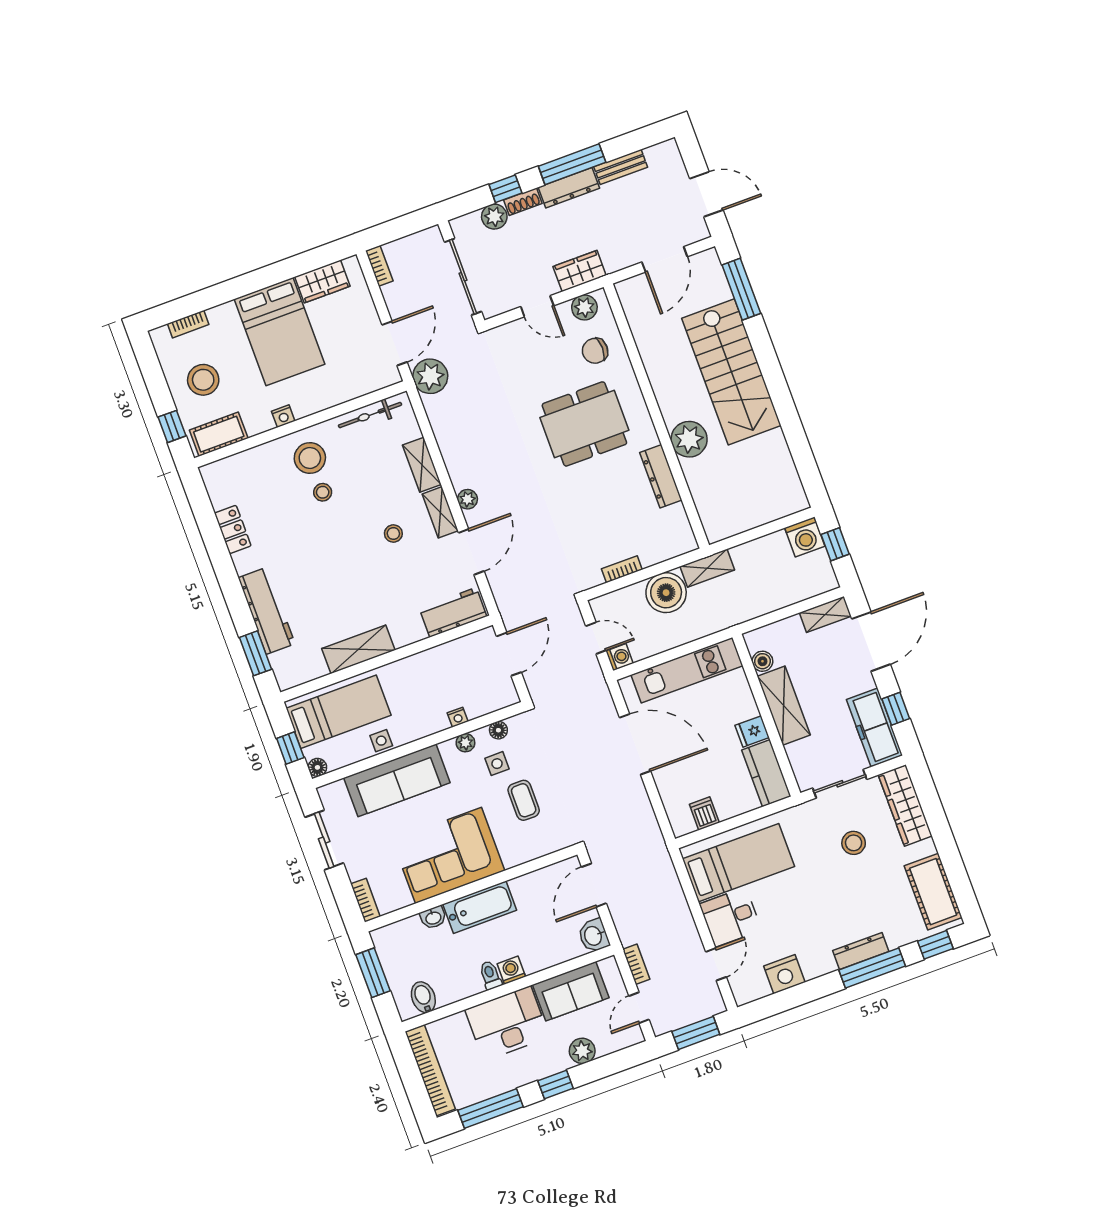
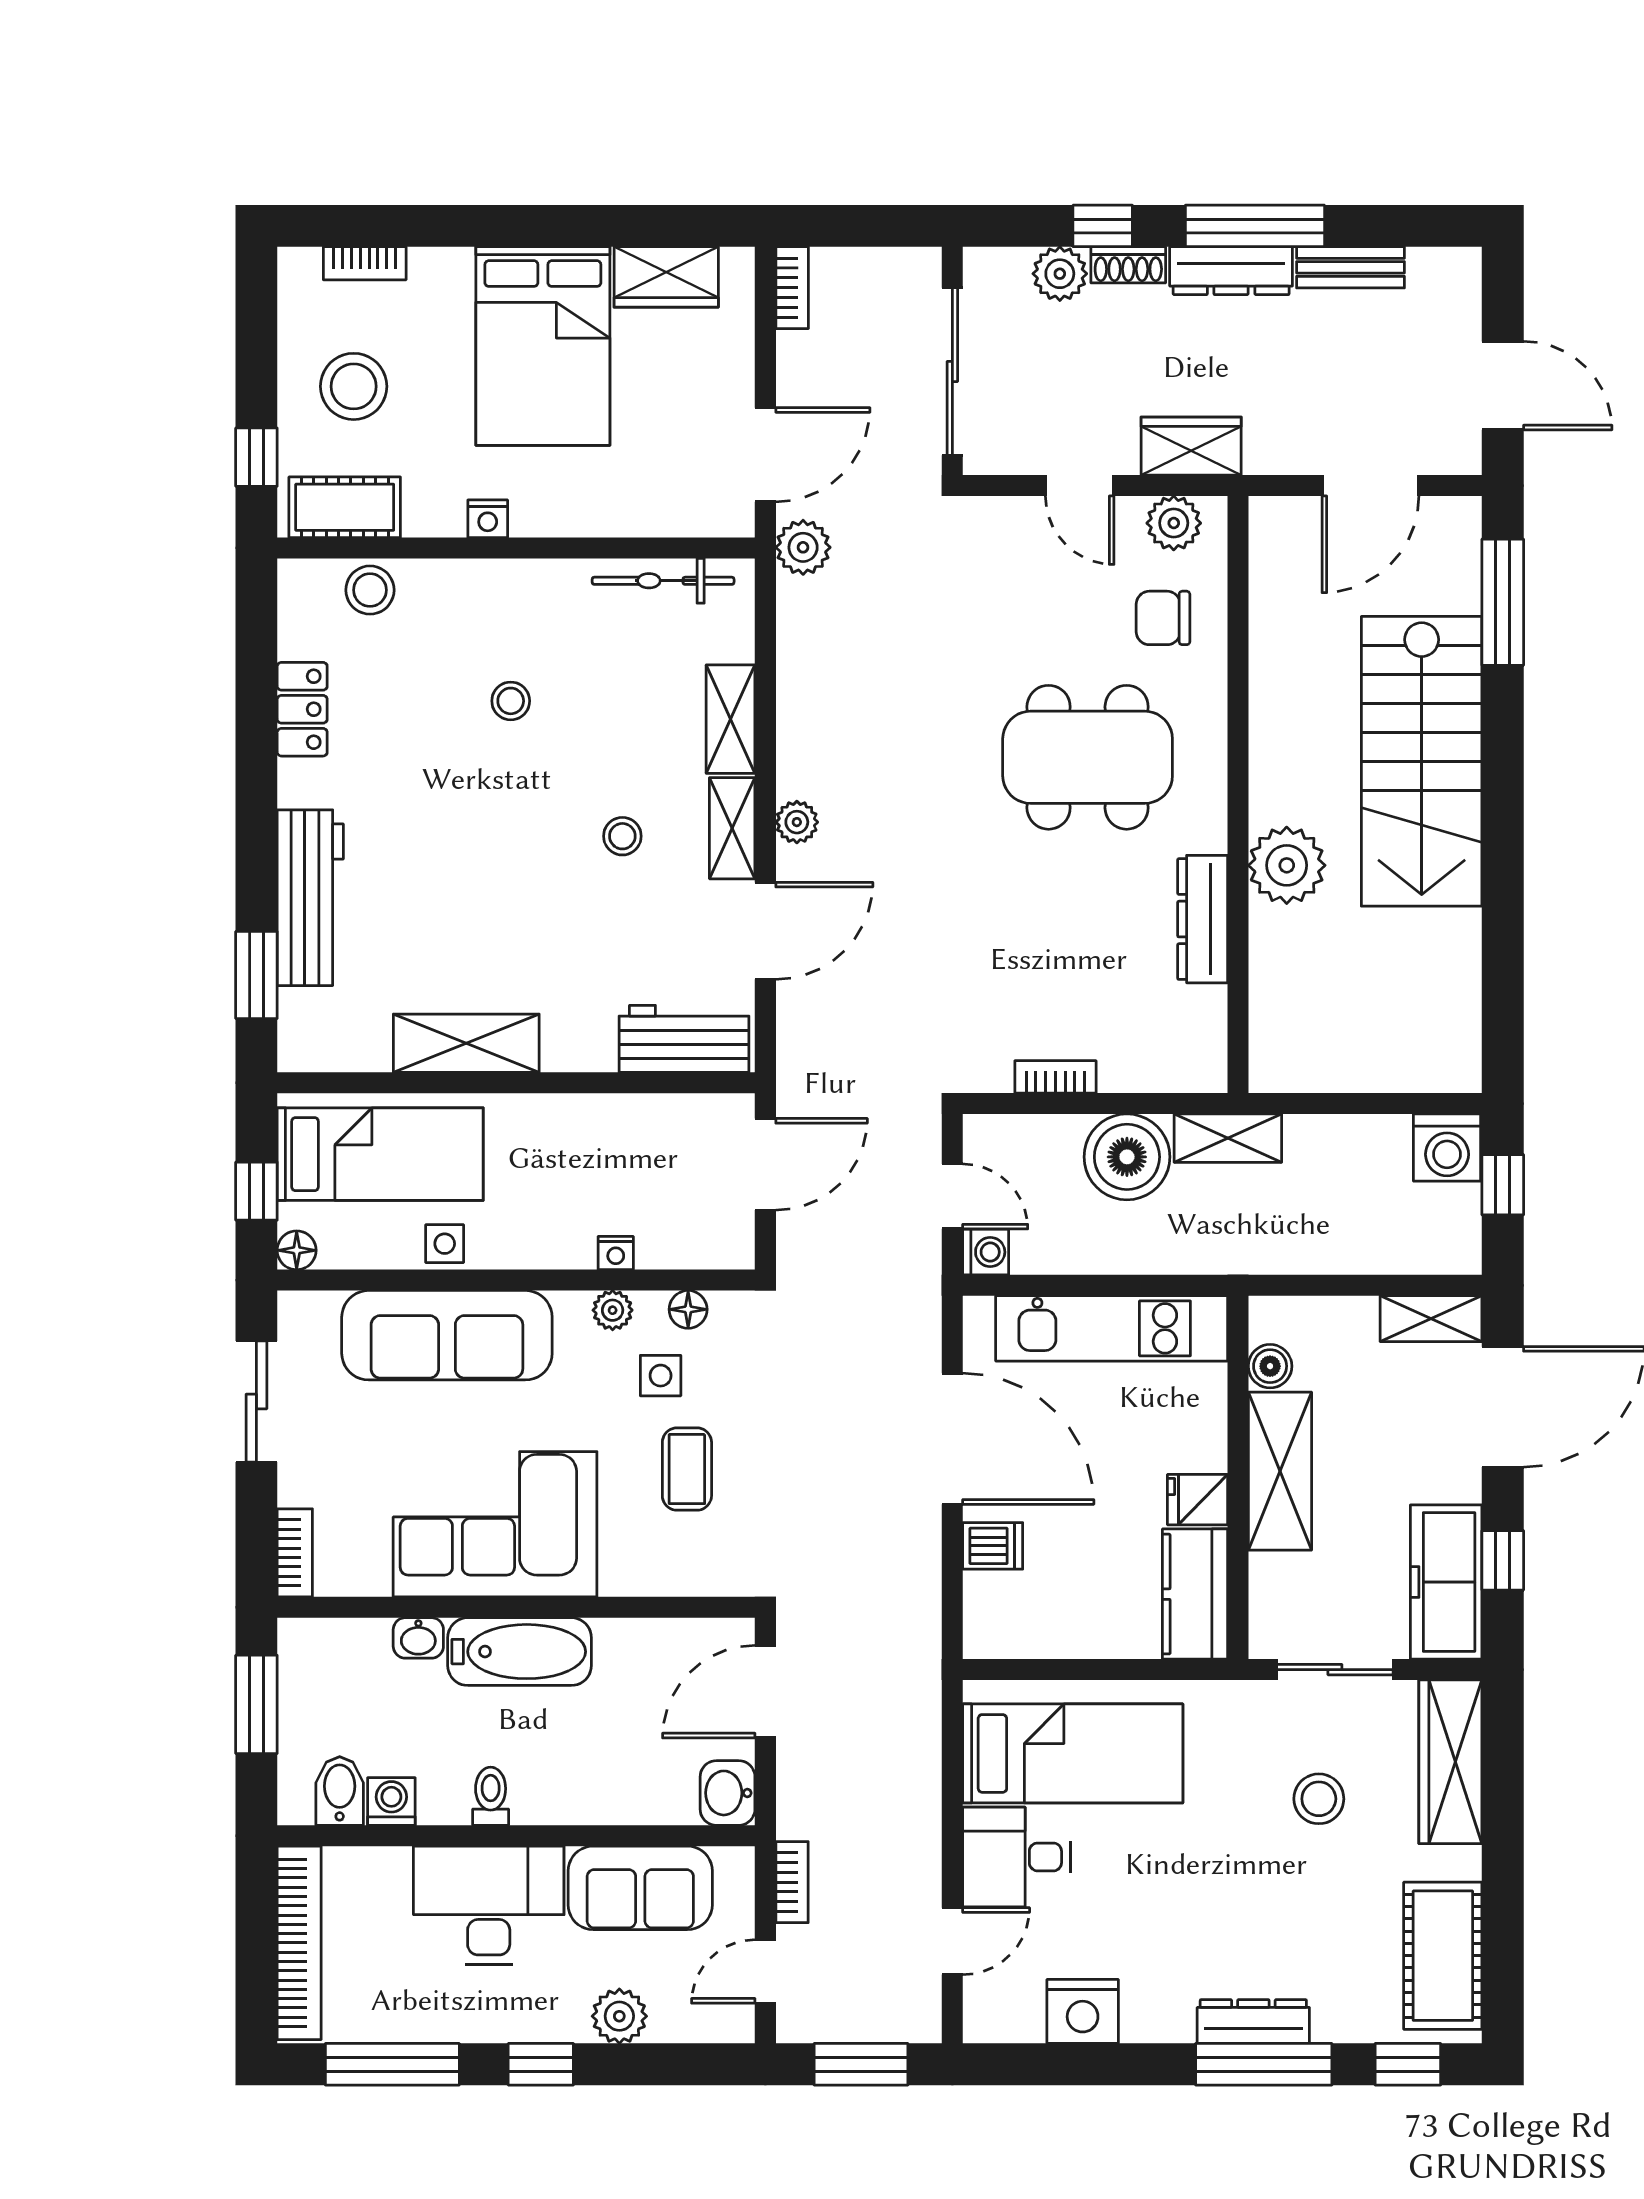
plant: (430, 376) -> (803, 547), width x0.73, depth x0.73
stool: (310, 458) -> (370, 590), moved, width x0.73, depth x0.73
dishwasher: (704, 813) -> (993, 1546), moved, turned 90
washing machine: (511, 970) -> (391, 1802), moved

